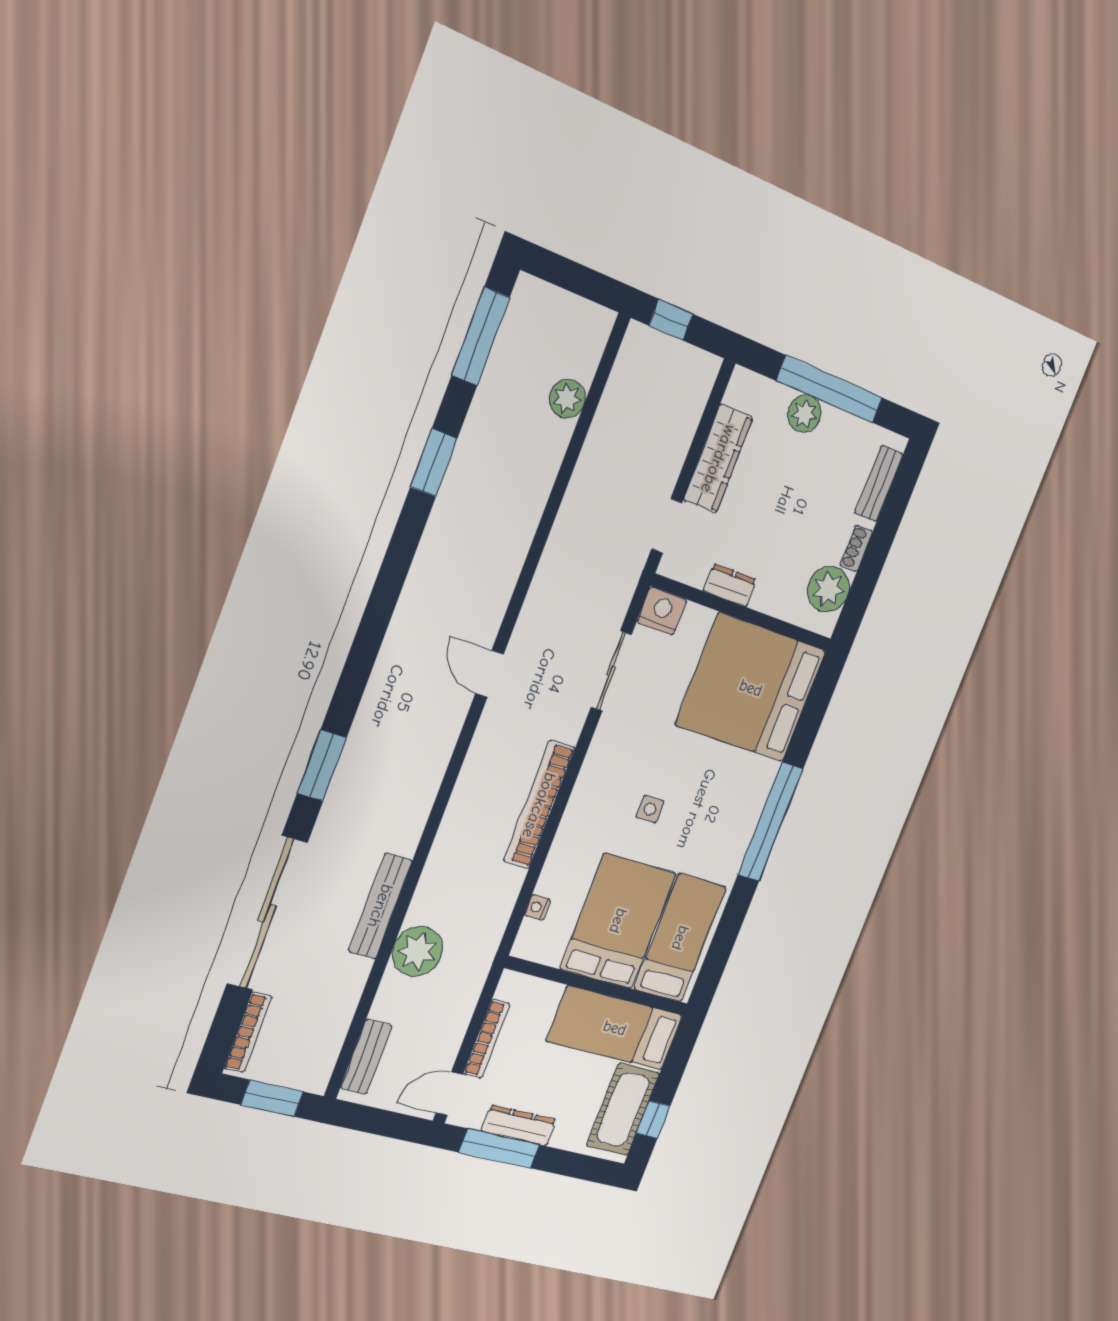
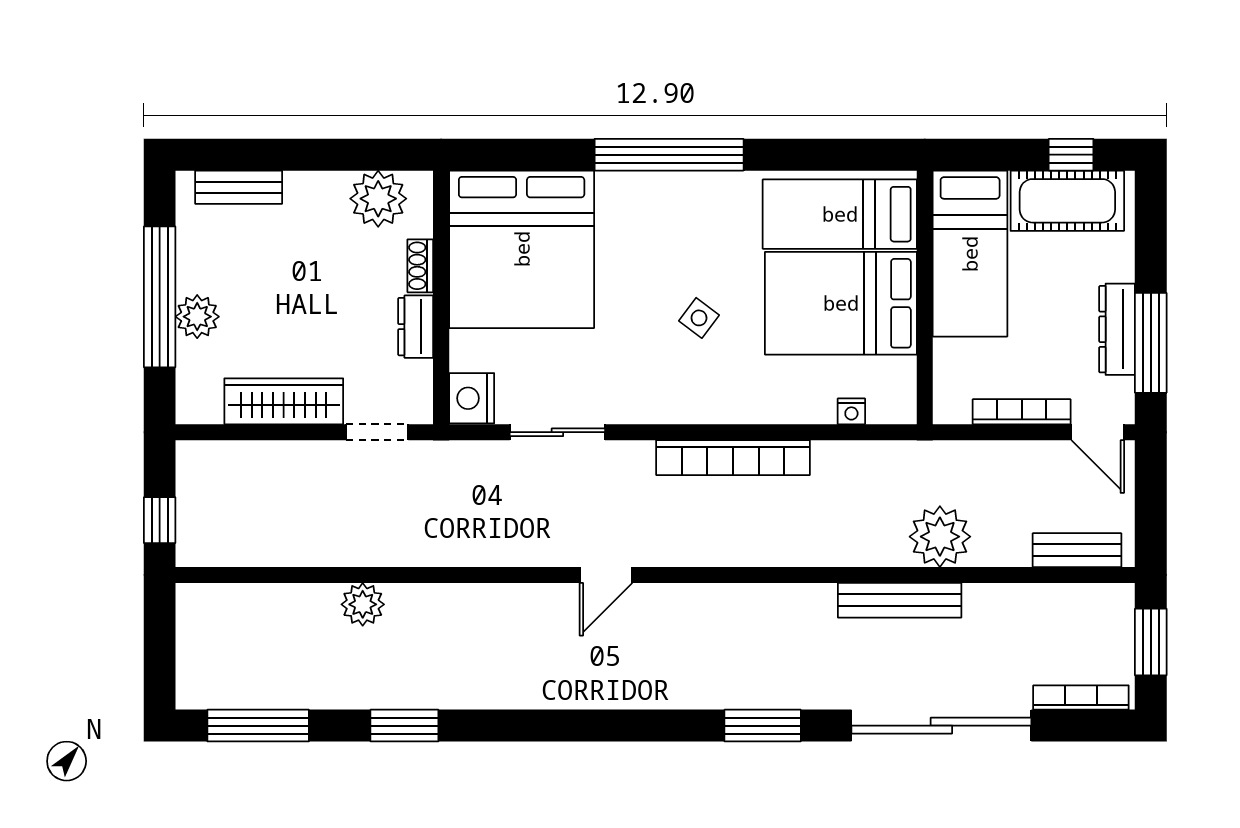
plant: (567, 399) -> (363, 604), moved
shoe rack: (856, 548) -> (420, 266), moved, turned 90
side table: (650, 809) -> (699, 318), turned 37

